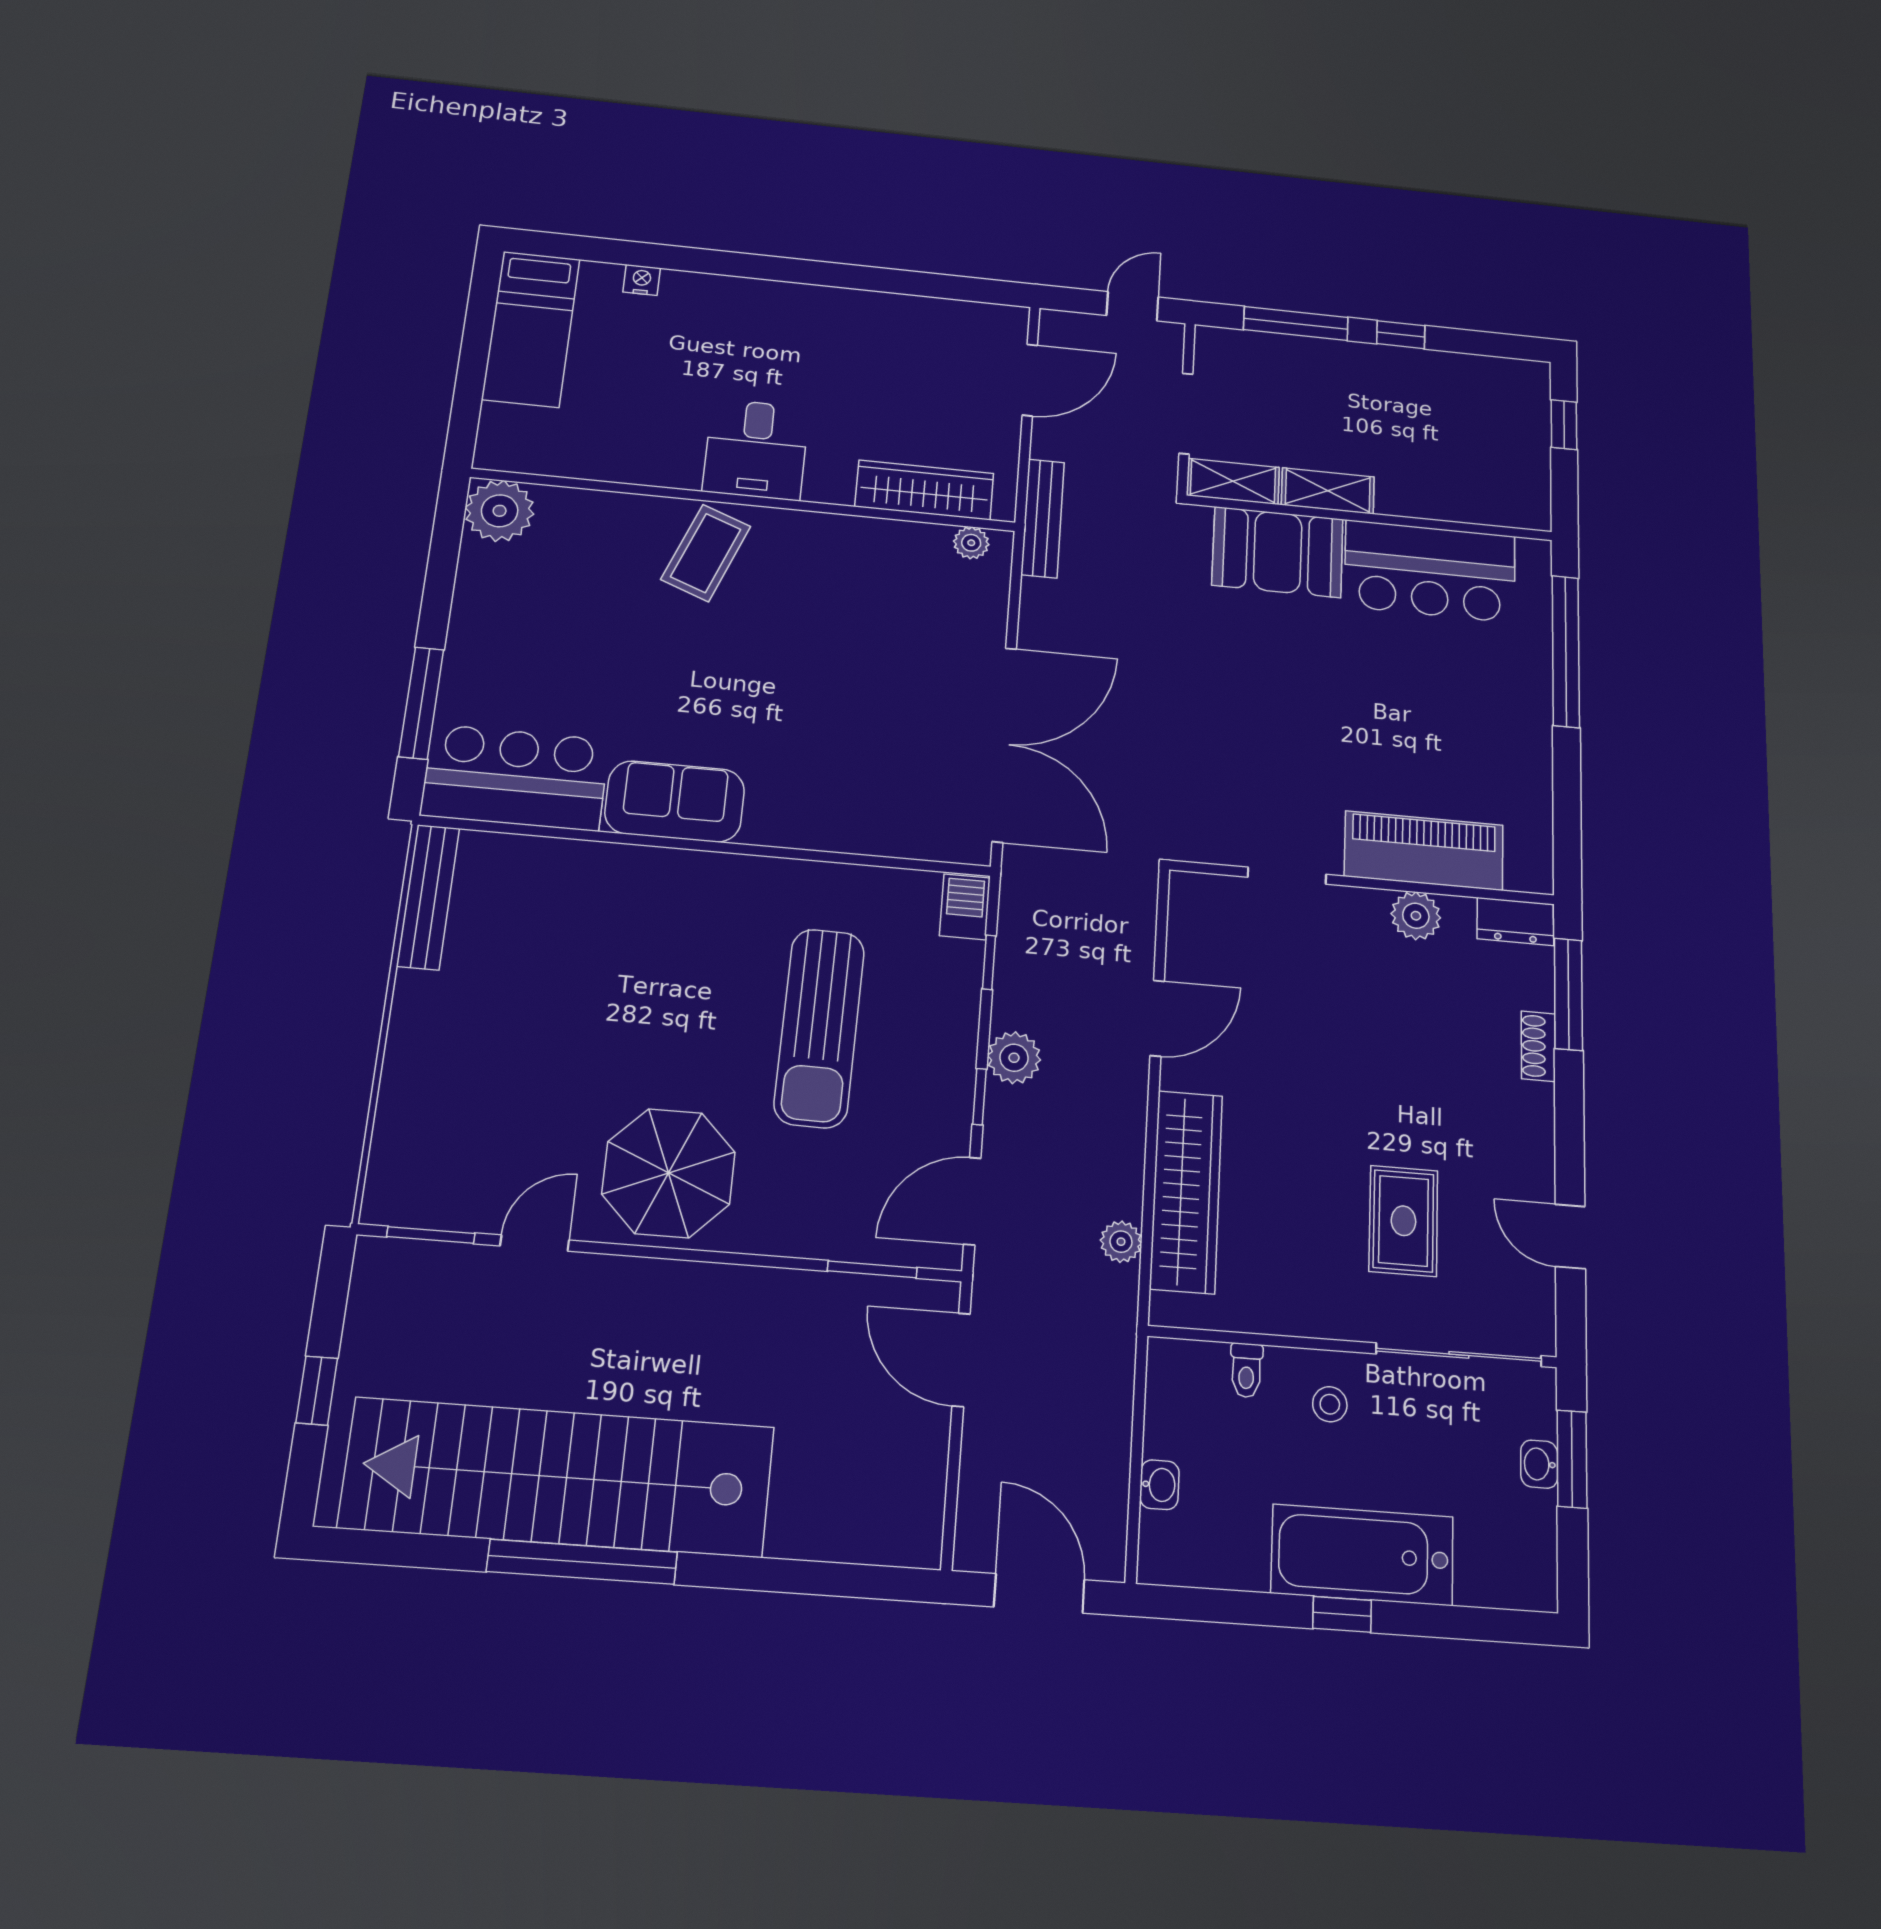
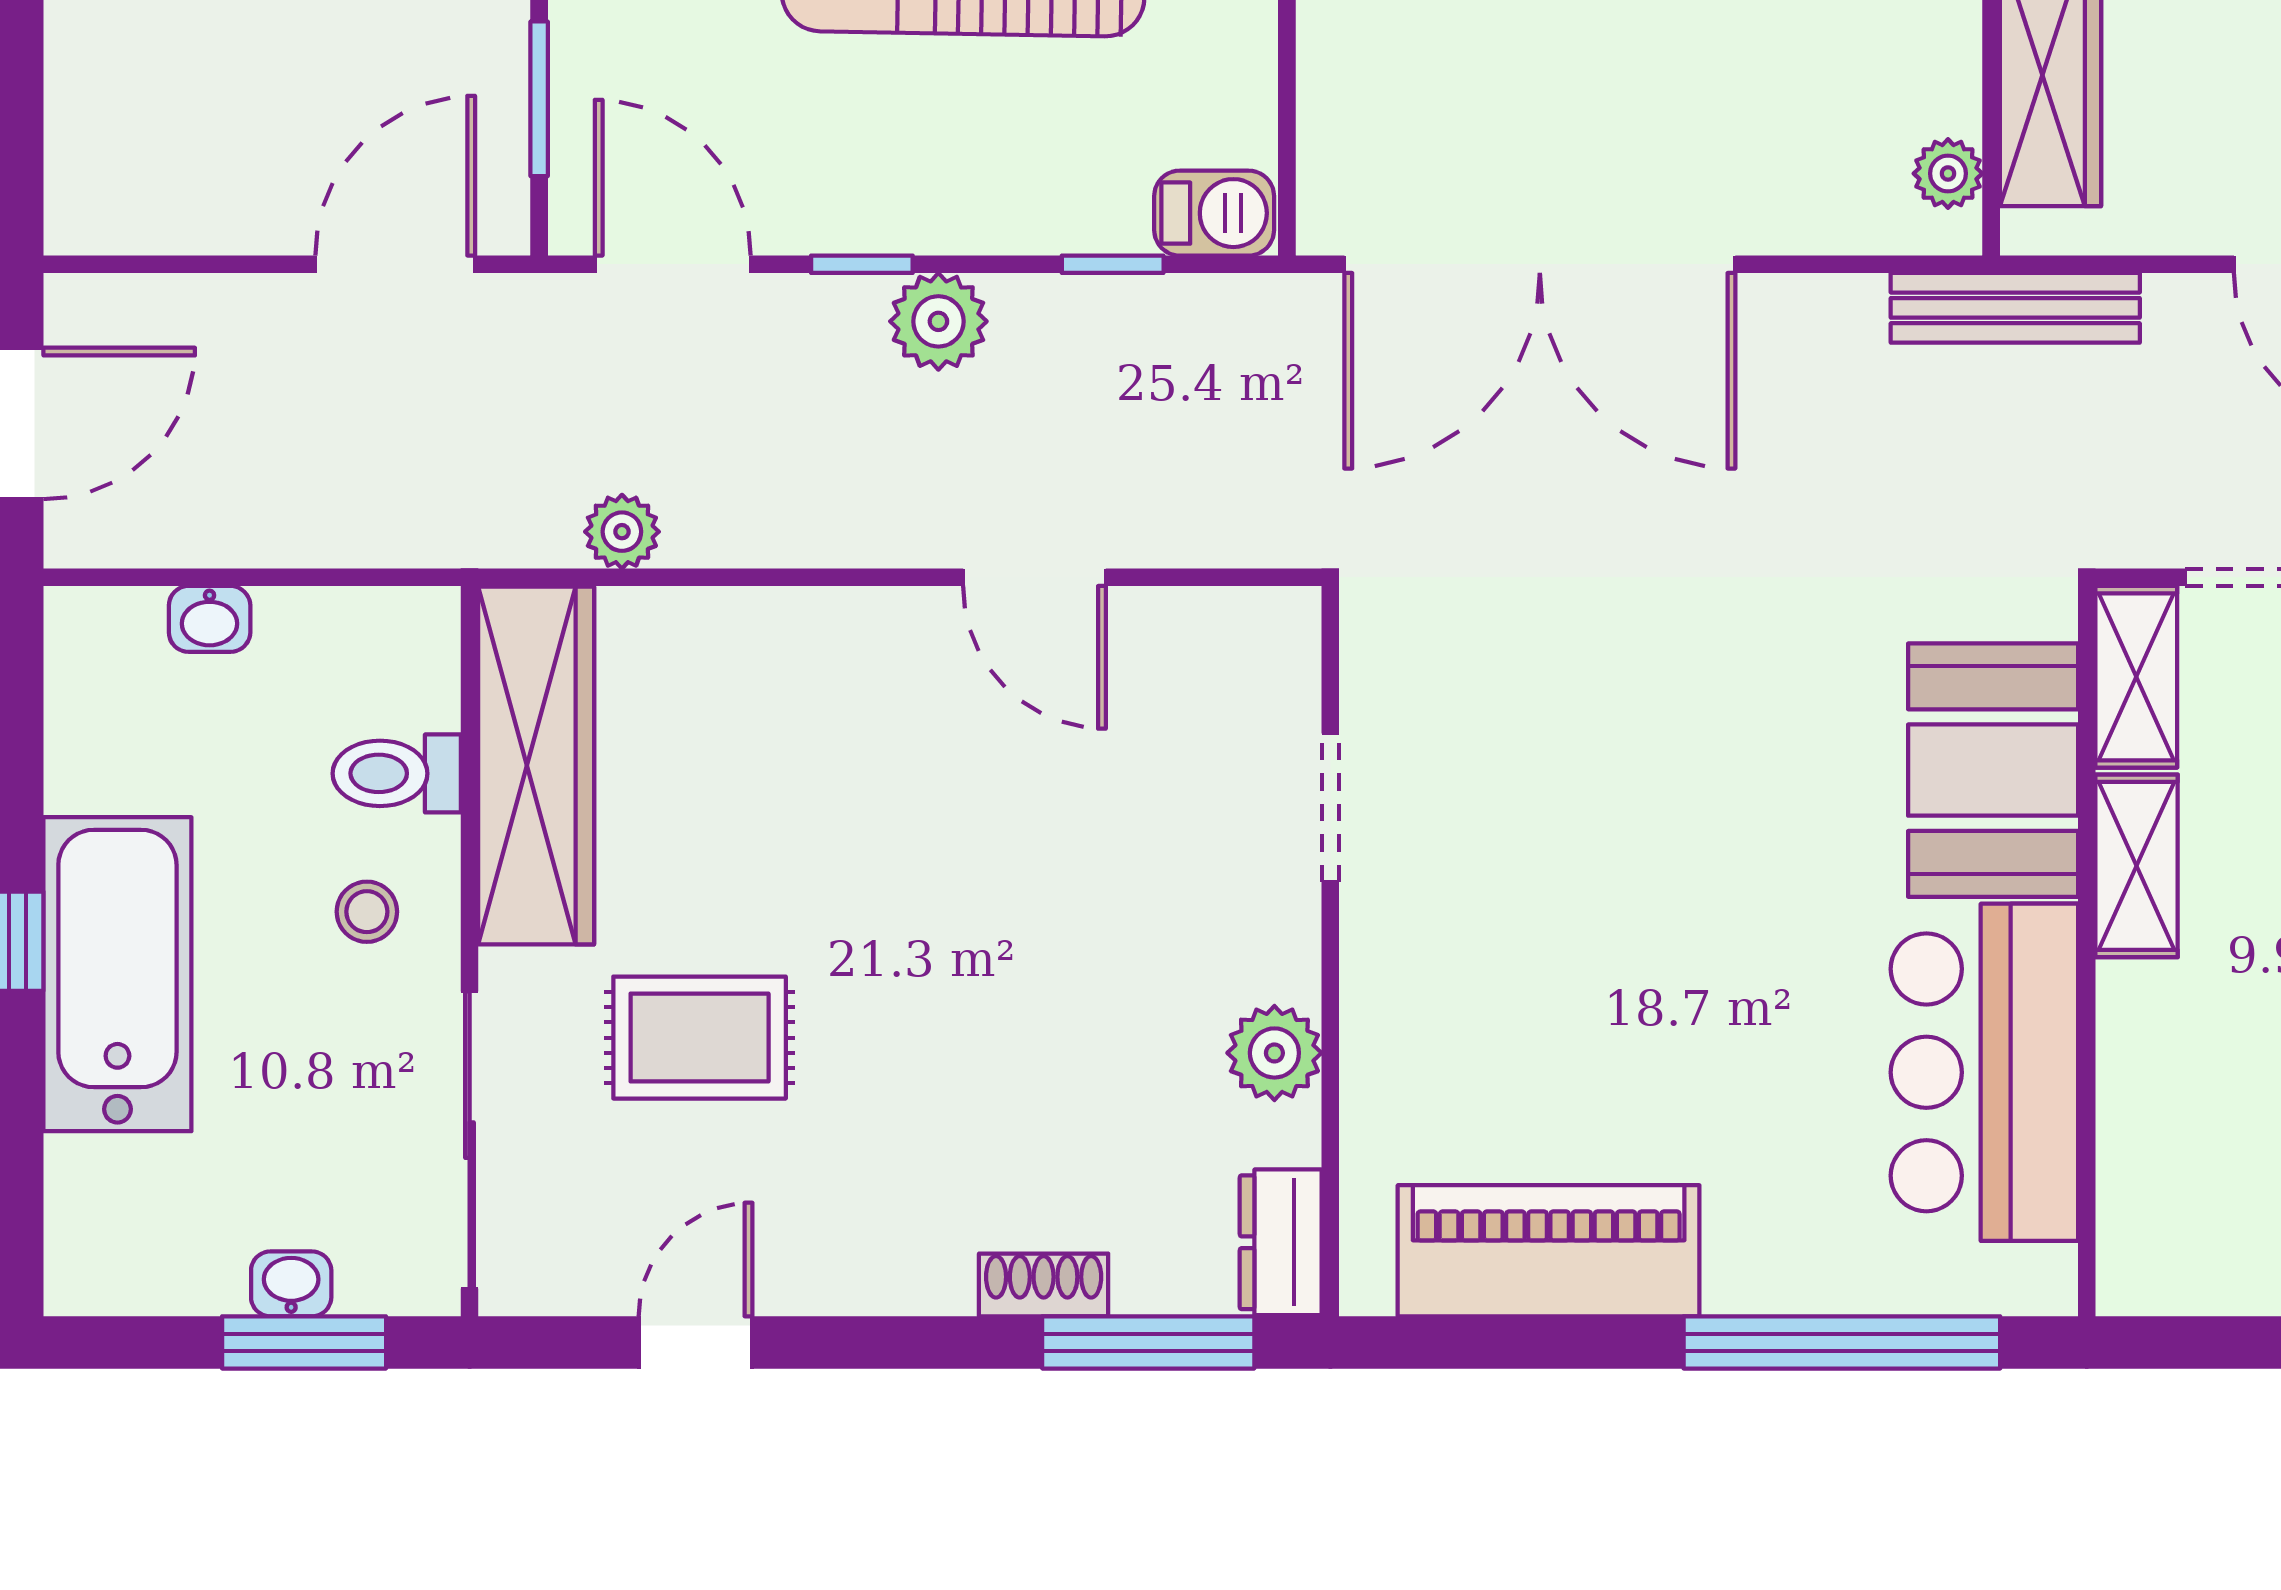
piano: (1424, 851) -> (1549, 1251), moved, turned -90
wardrobe: (1186, 1191) -> (536, 766), moved, turned -90
toilet: (1246, 1370) -> (397, 773), width x1.37, depth x1.39

